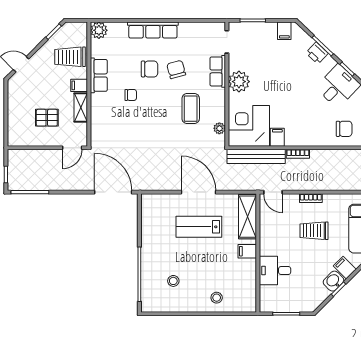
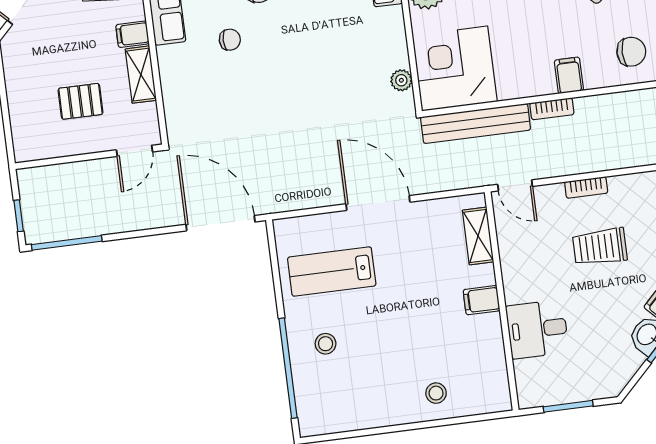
coffee table: (191, 109) -> (344, 51), removed
filing cabinet: (277, 137) -> (569, 75), moved
shelving: (248, 217) -> (478, 236), width x0.67, depth x0.75
lab bench: (199, 227) -> (332, 272), moved
stool: (173, 281) -> (326, 344), moved

